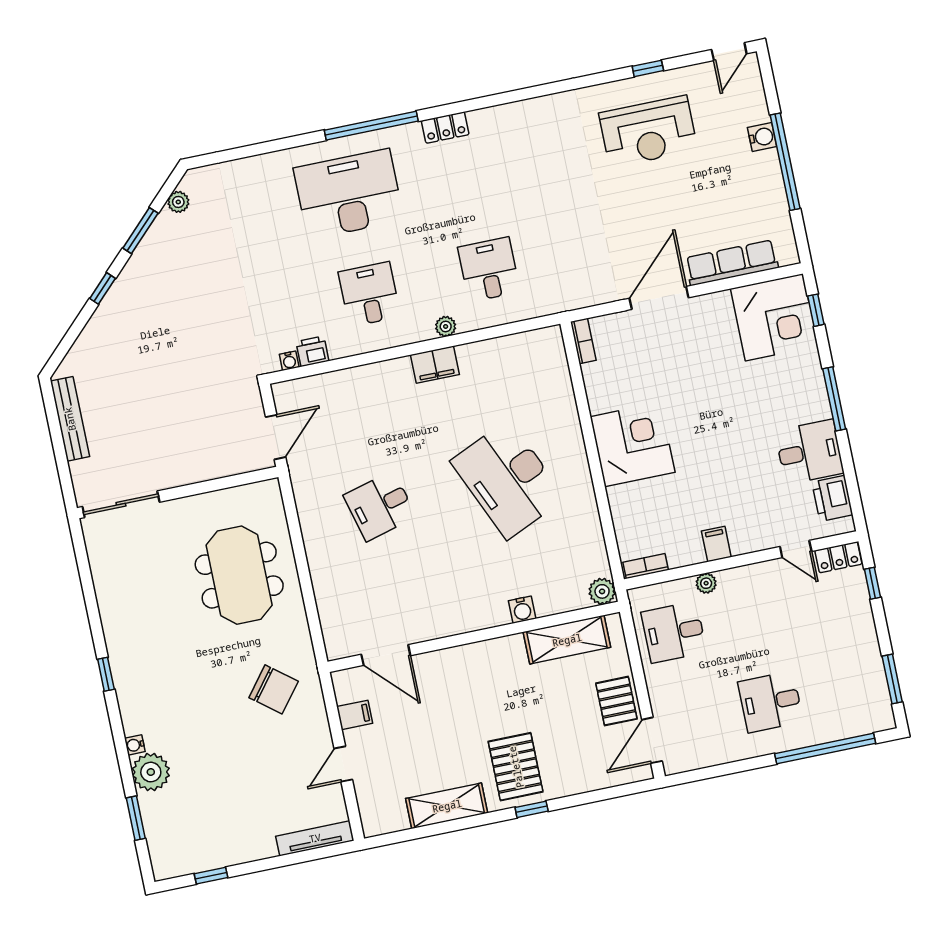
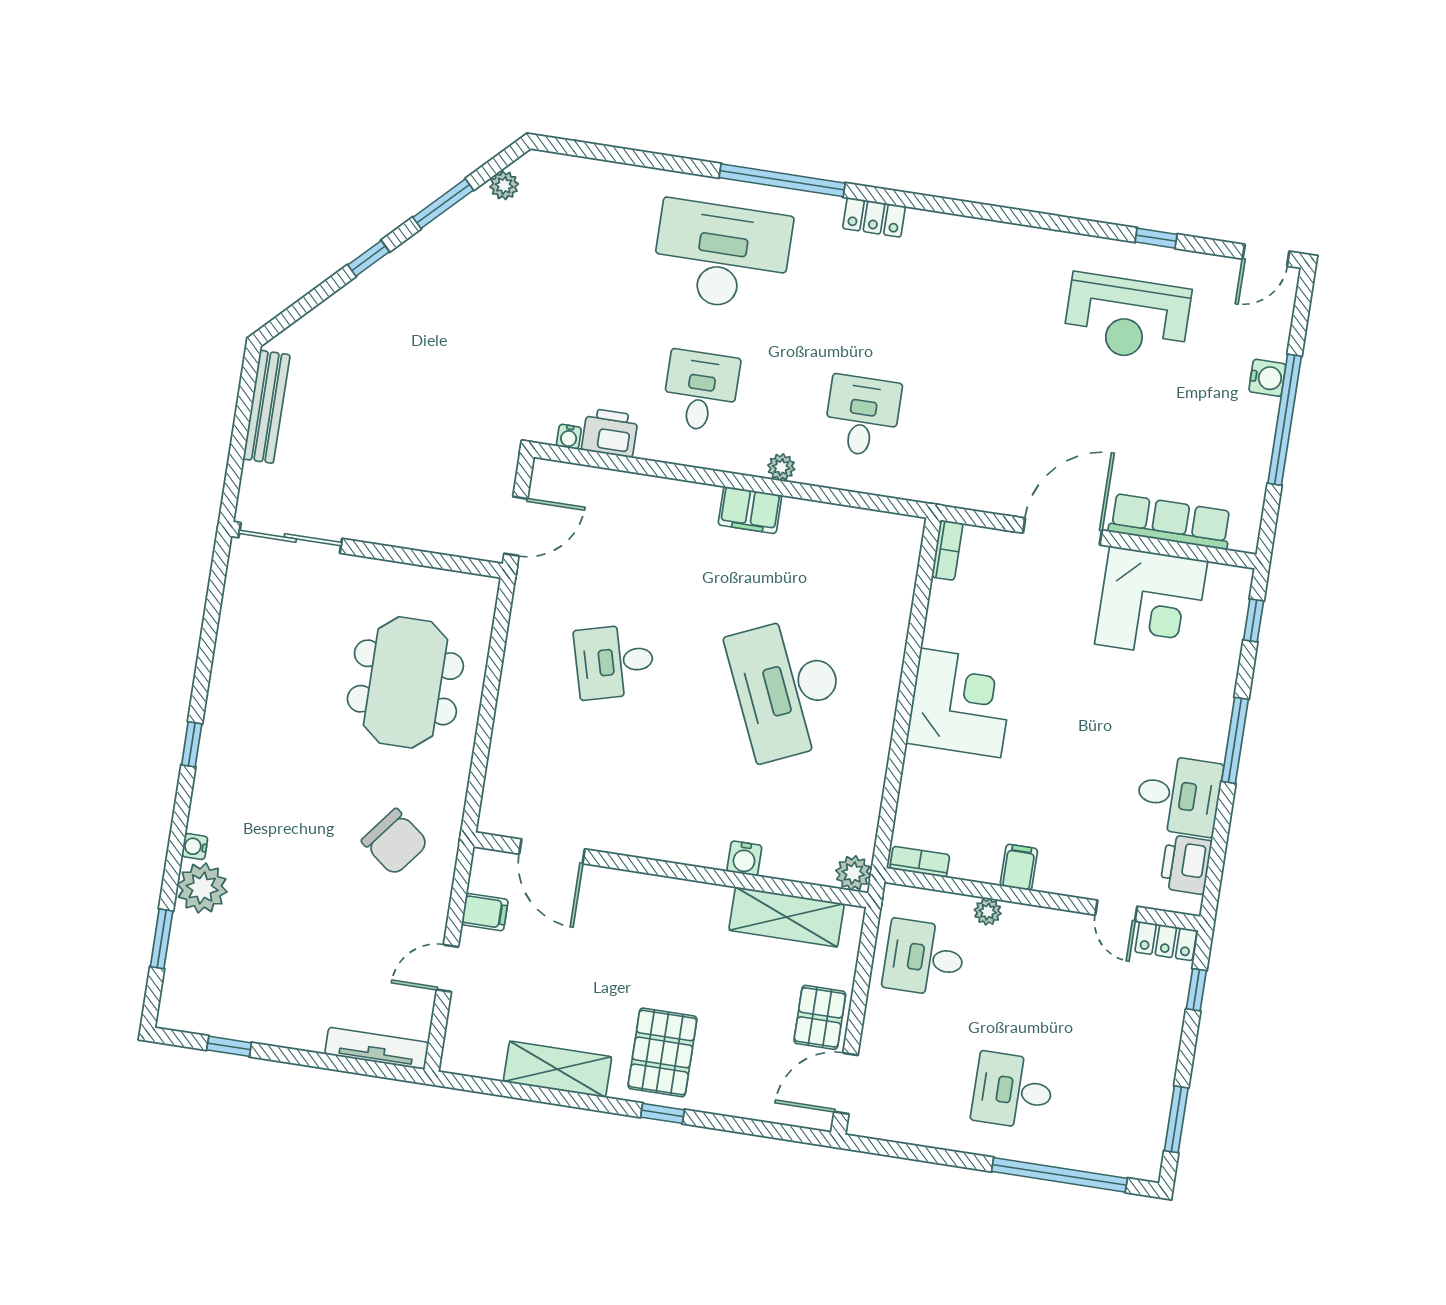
corner desk: (774, 317) -> (1151, 603), moved
printer: (312, 351) -> (610, 433), width x1.36, depth x1.24

